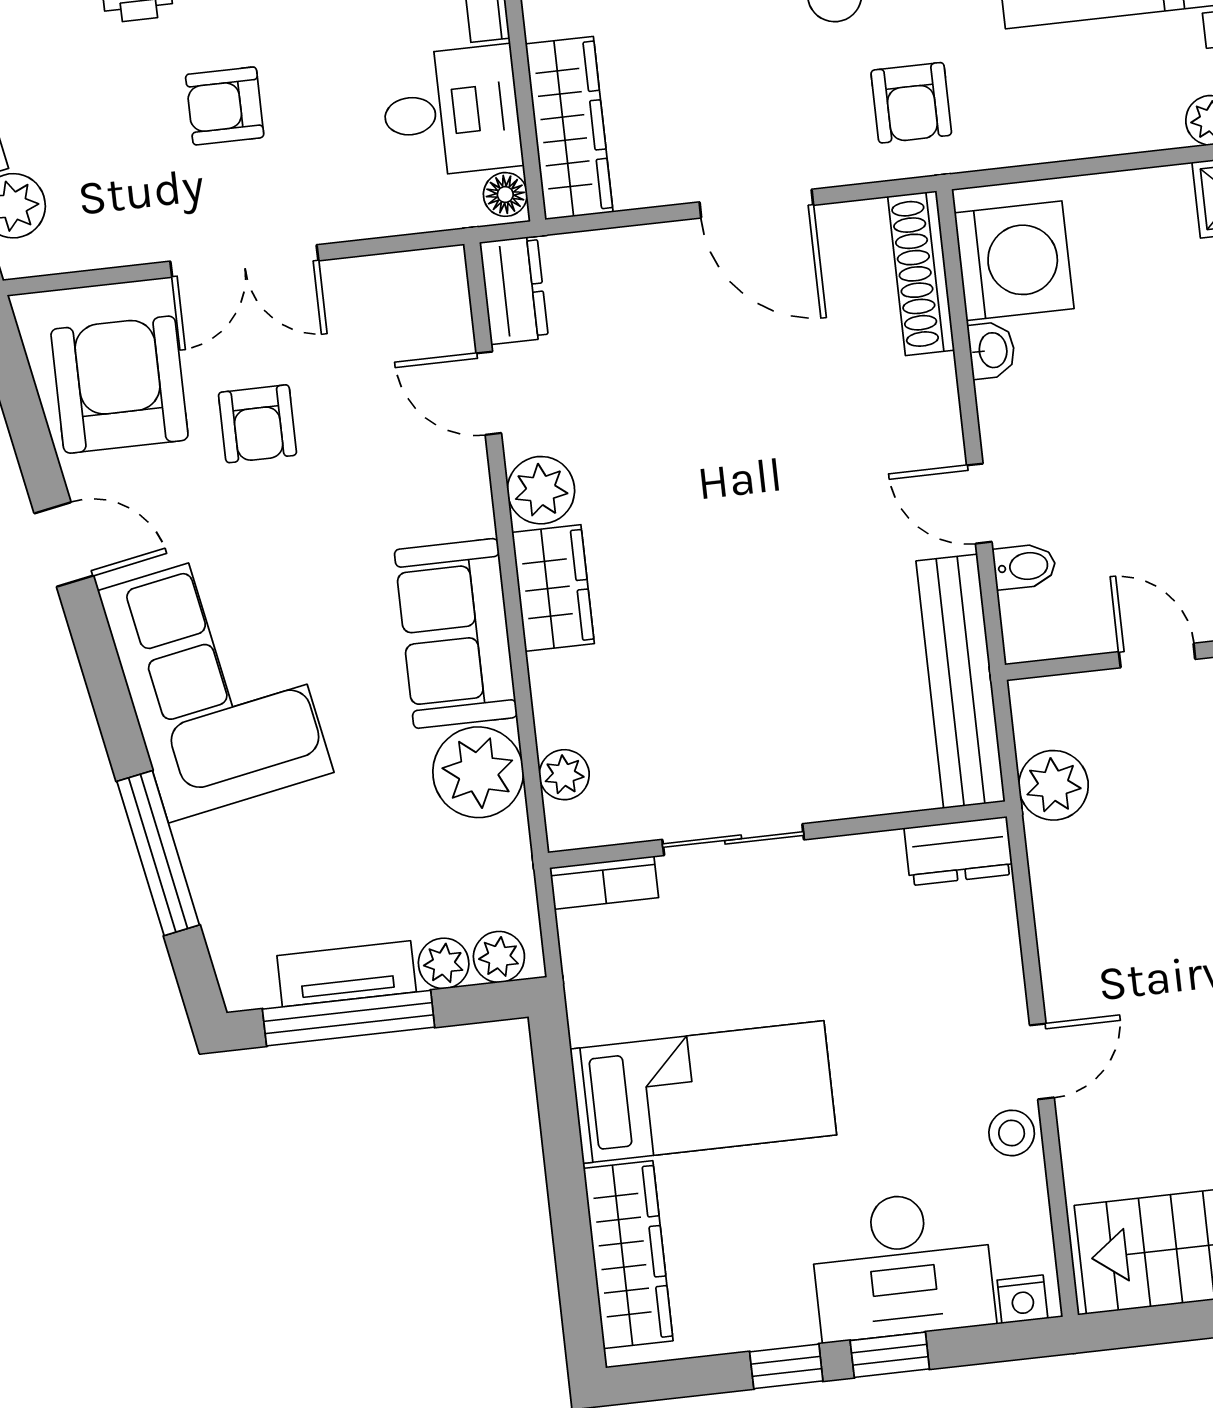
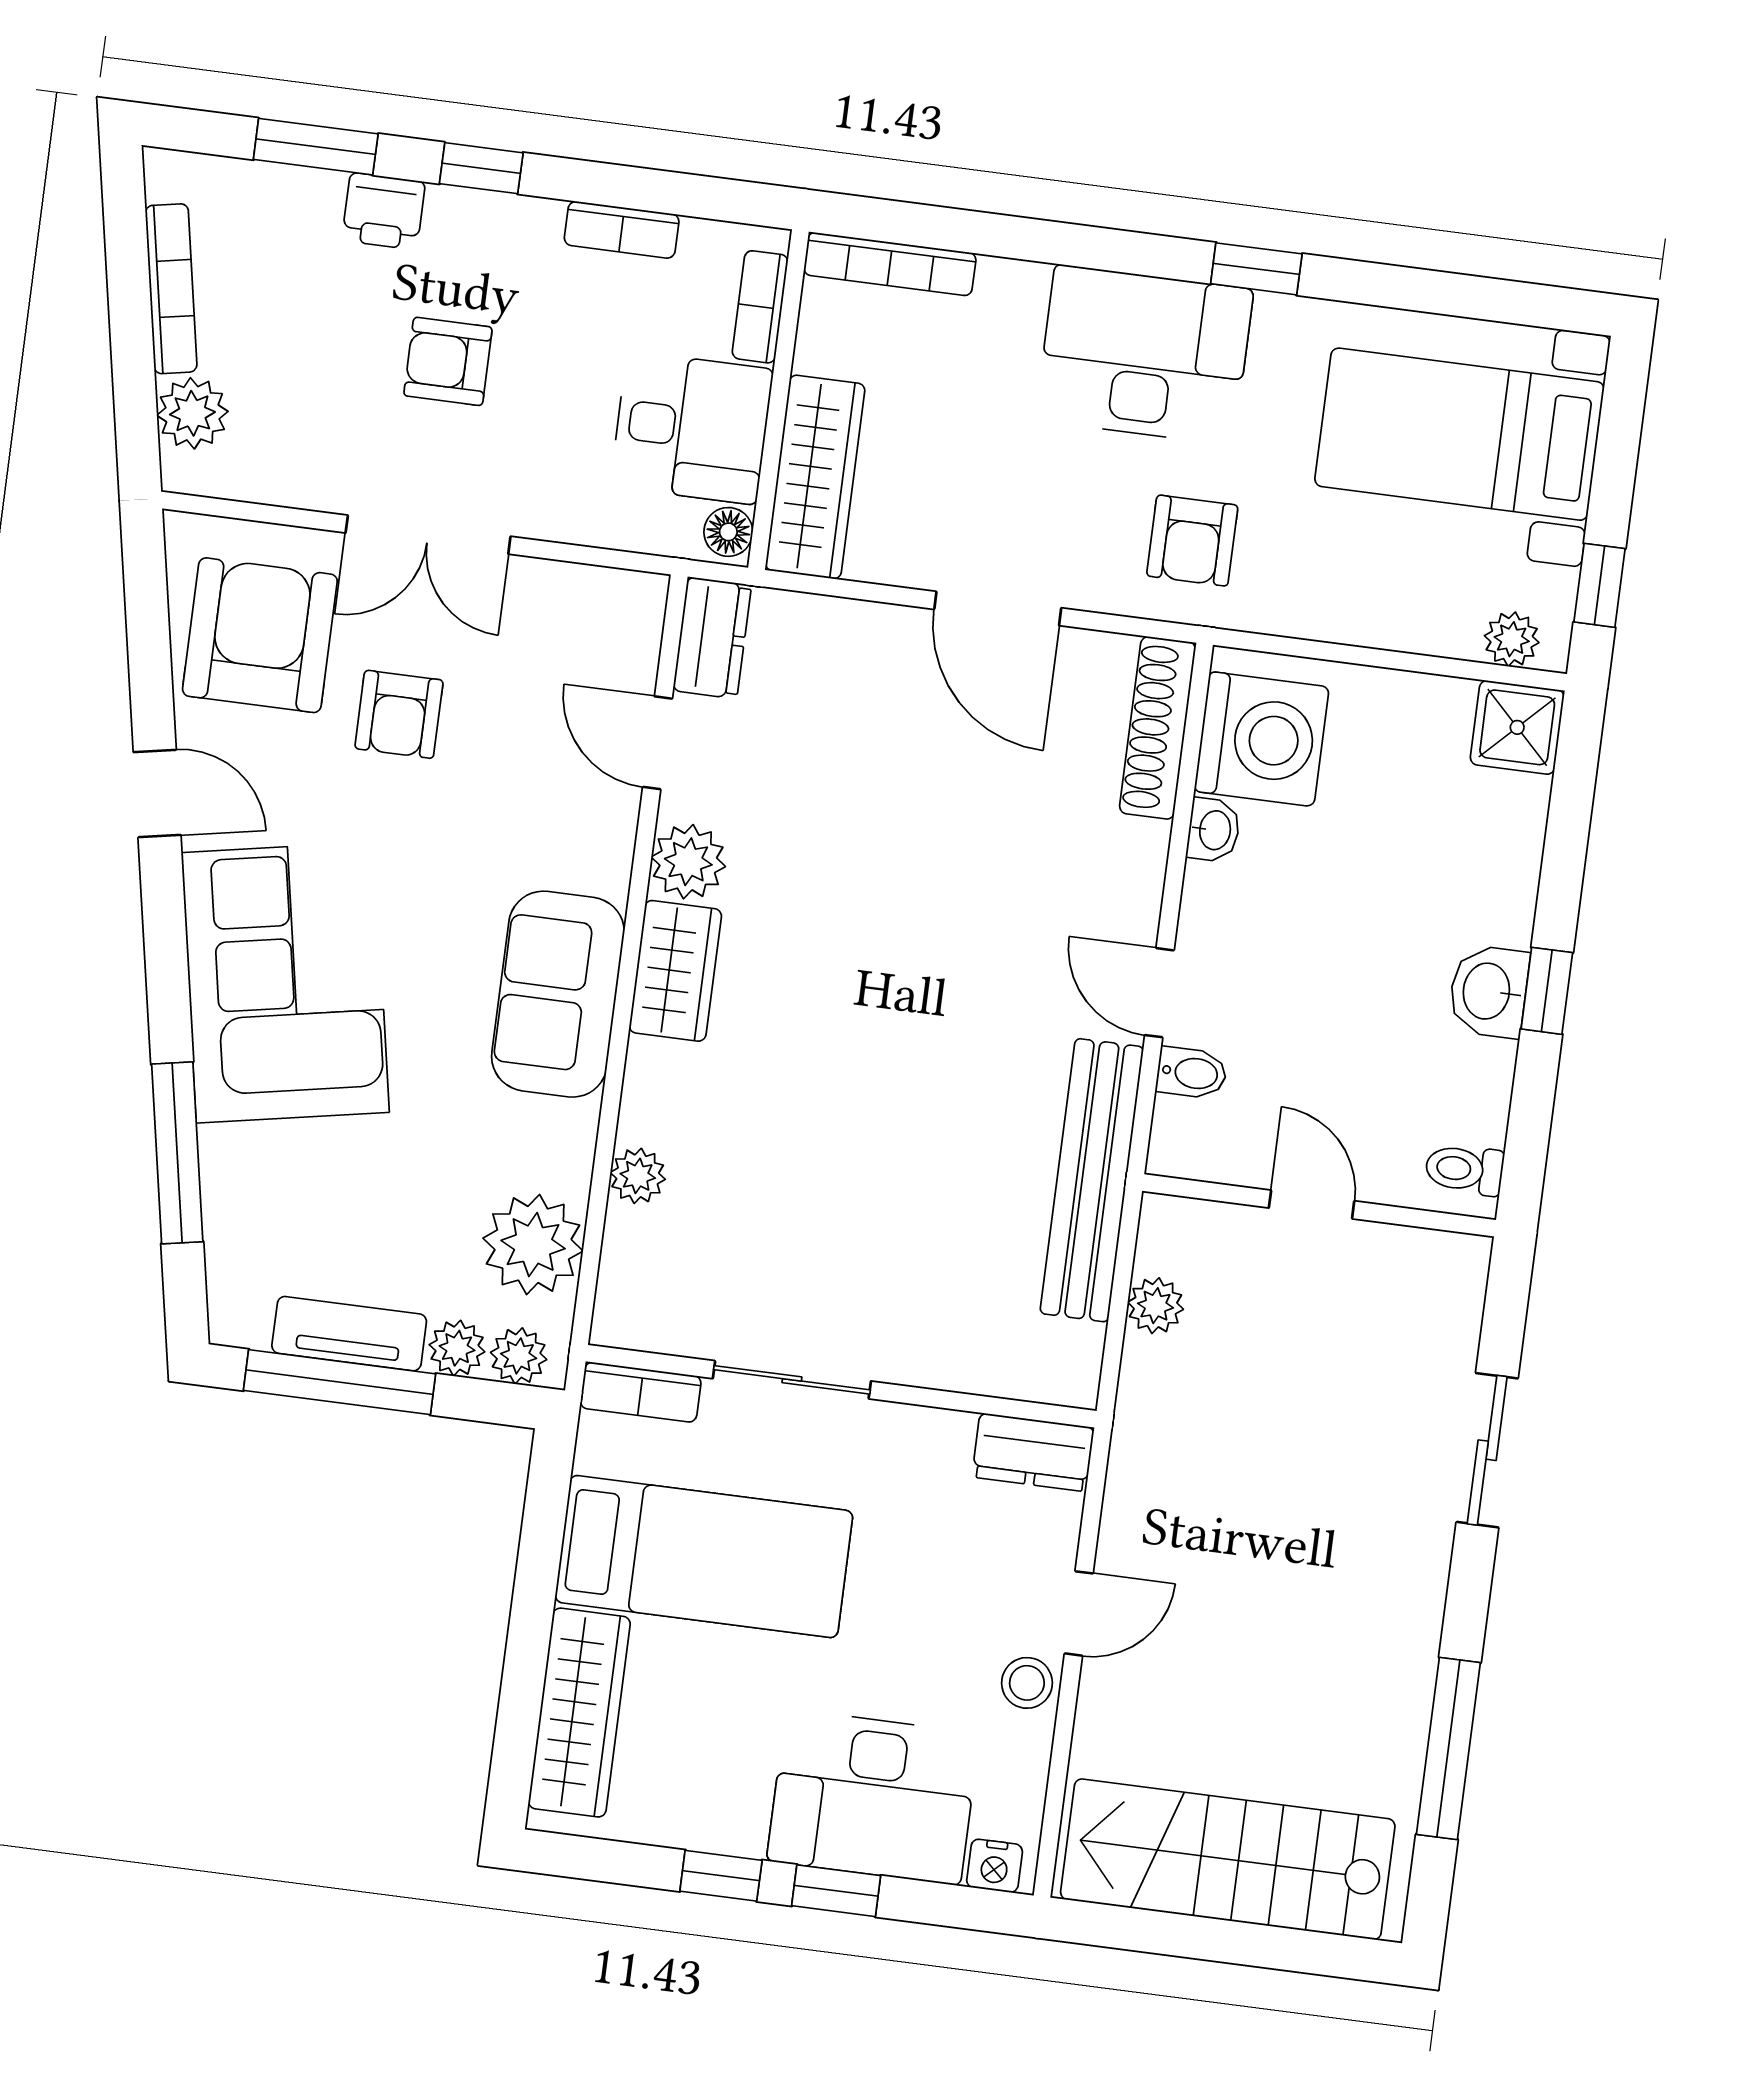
plant: (478, 772) -> (533, 1245), moved
plant: (1053, 785) -> (1156, 1306), width x0.73, depth x0.73
wall: (777, 835) -> (841, 1386), moved
sliding door: (733, 840) -> (792, 1380), moved
dresser: (959, 851) -> (1033, 1452), moved
bookcase: (604, 883) -> (641, 1392), moved

